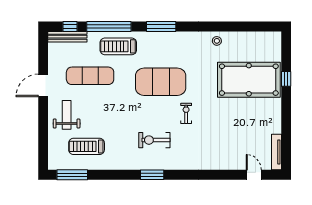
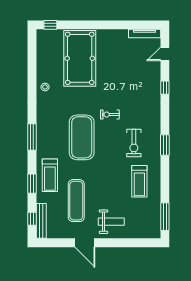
window: (109, 26) -> (32, 184), width x0.47
window: (286, 79) -> (50, 25), moved
weight bench: (67, 115) -> (111, 222), turned 180
treadmill: (87, 146) -> (139, 181), moved
window: (216, 175) -> (165, 88), added

